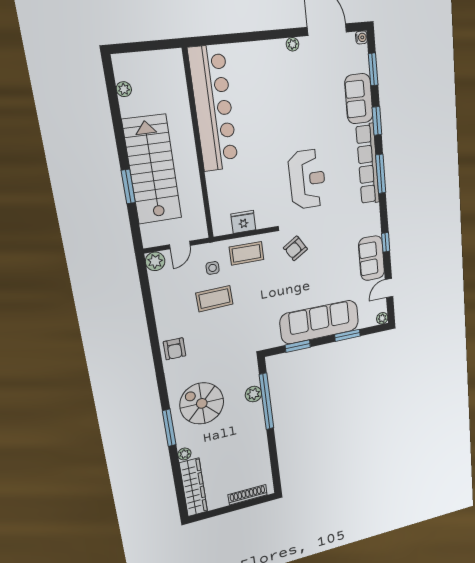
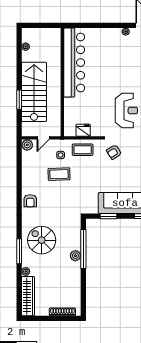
plant: (254, 394) -> (75, 256), moved

